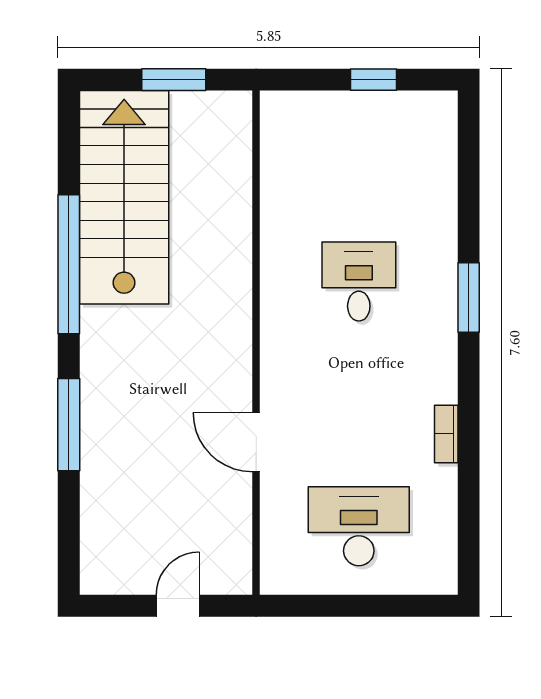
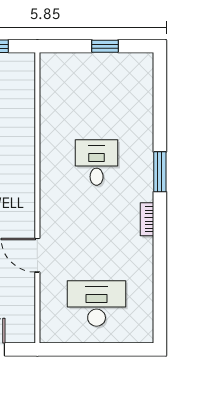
bookcase: (446, 434) -> (147, 219), moved

